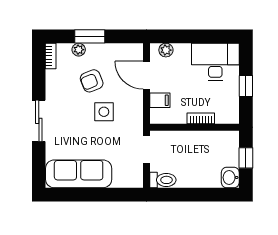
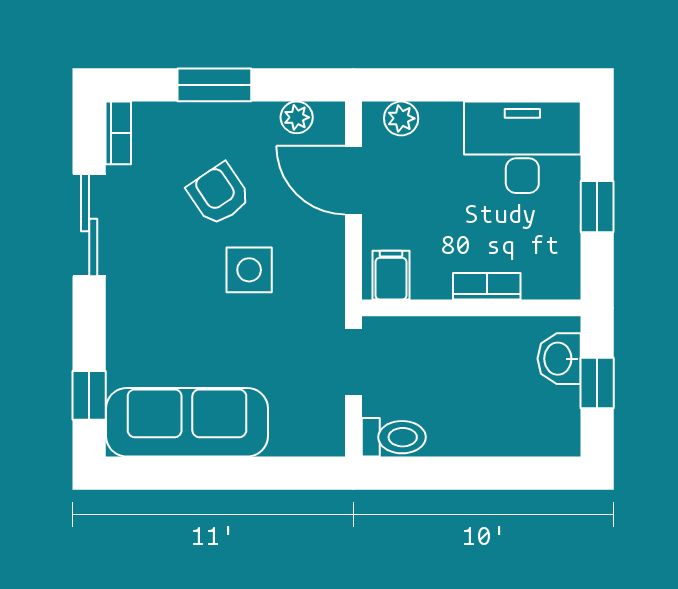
plant: (79, 50) -> (297, 117), moved
armchair: (92, 81) -> (219, 194), turned 78
filing cabinet: (160, 100) -> (391, 275), moved, turned -90
sliding door: (39, 121) -> (89, 225), moved
window: (39, 163) -> (89, 395), added
washbasin: (230, 177) -> (559, 359), moved

